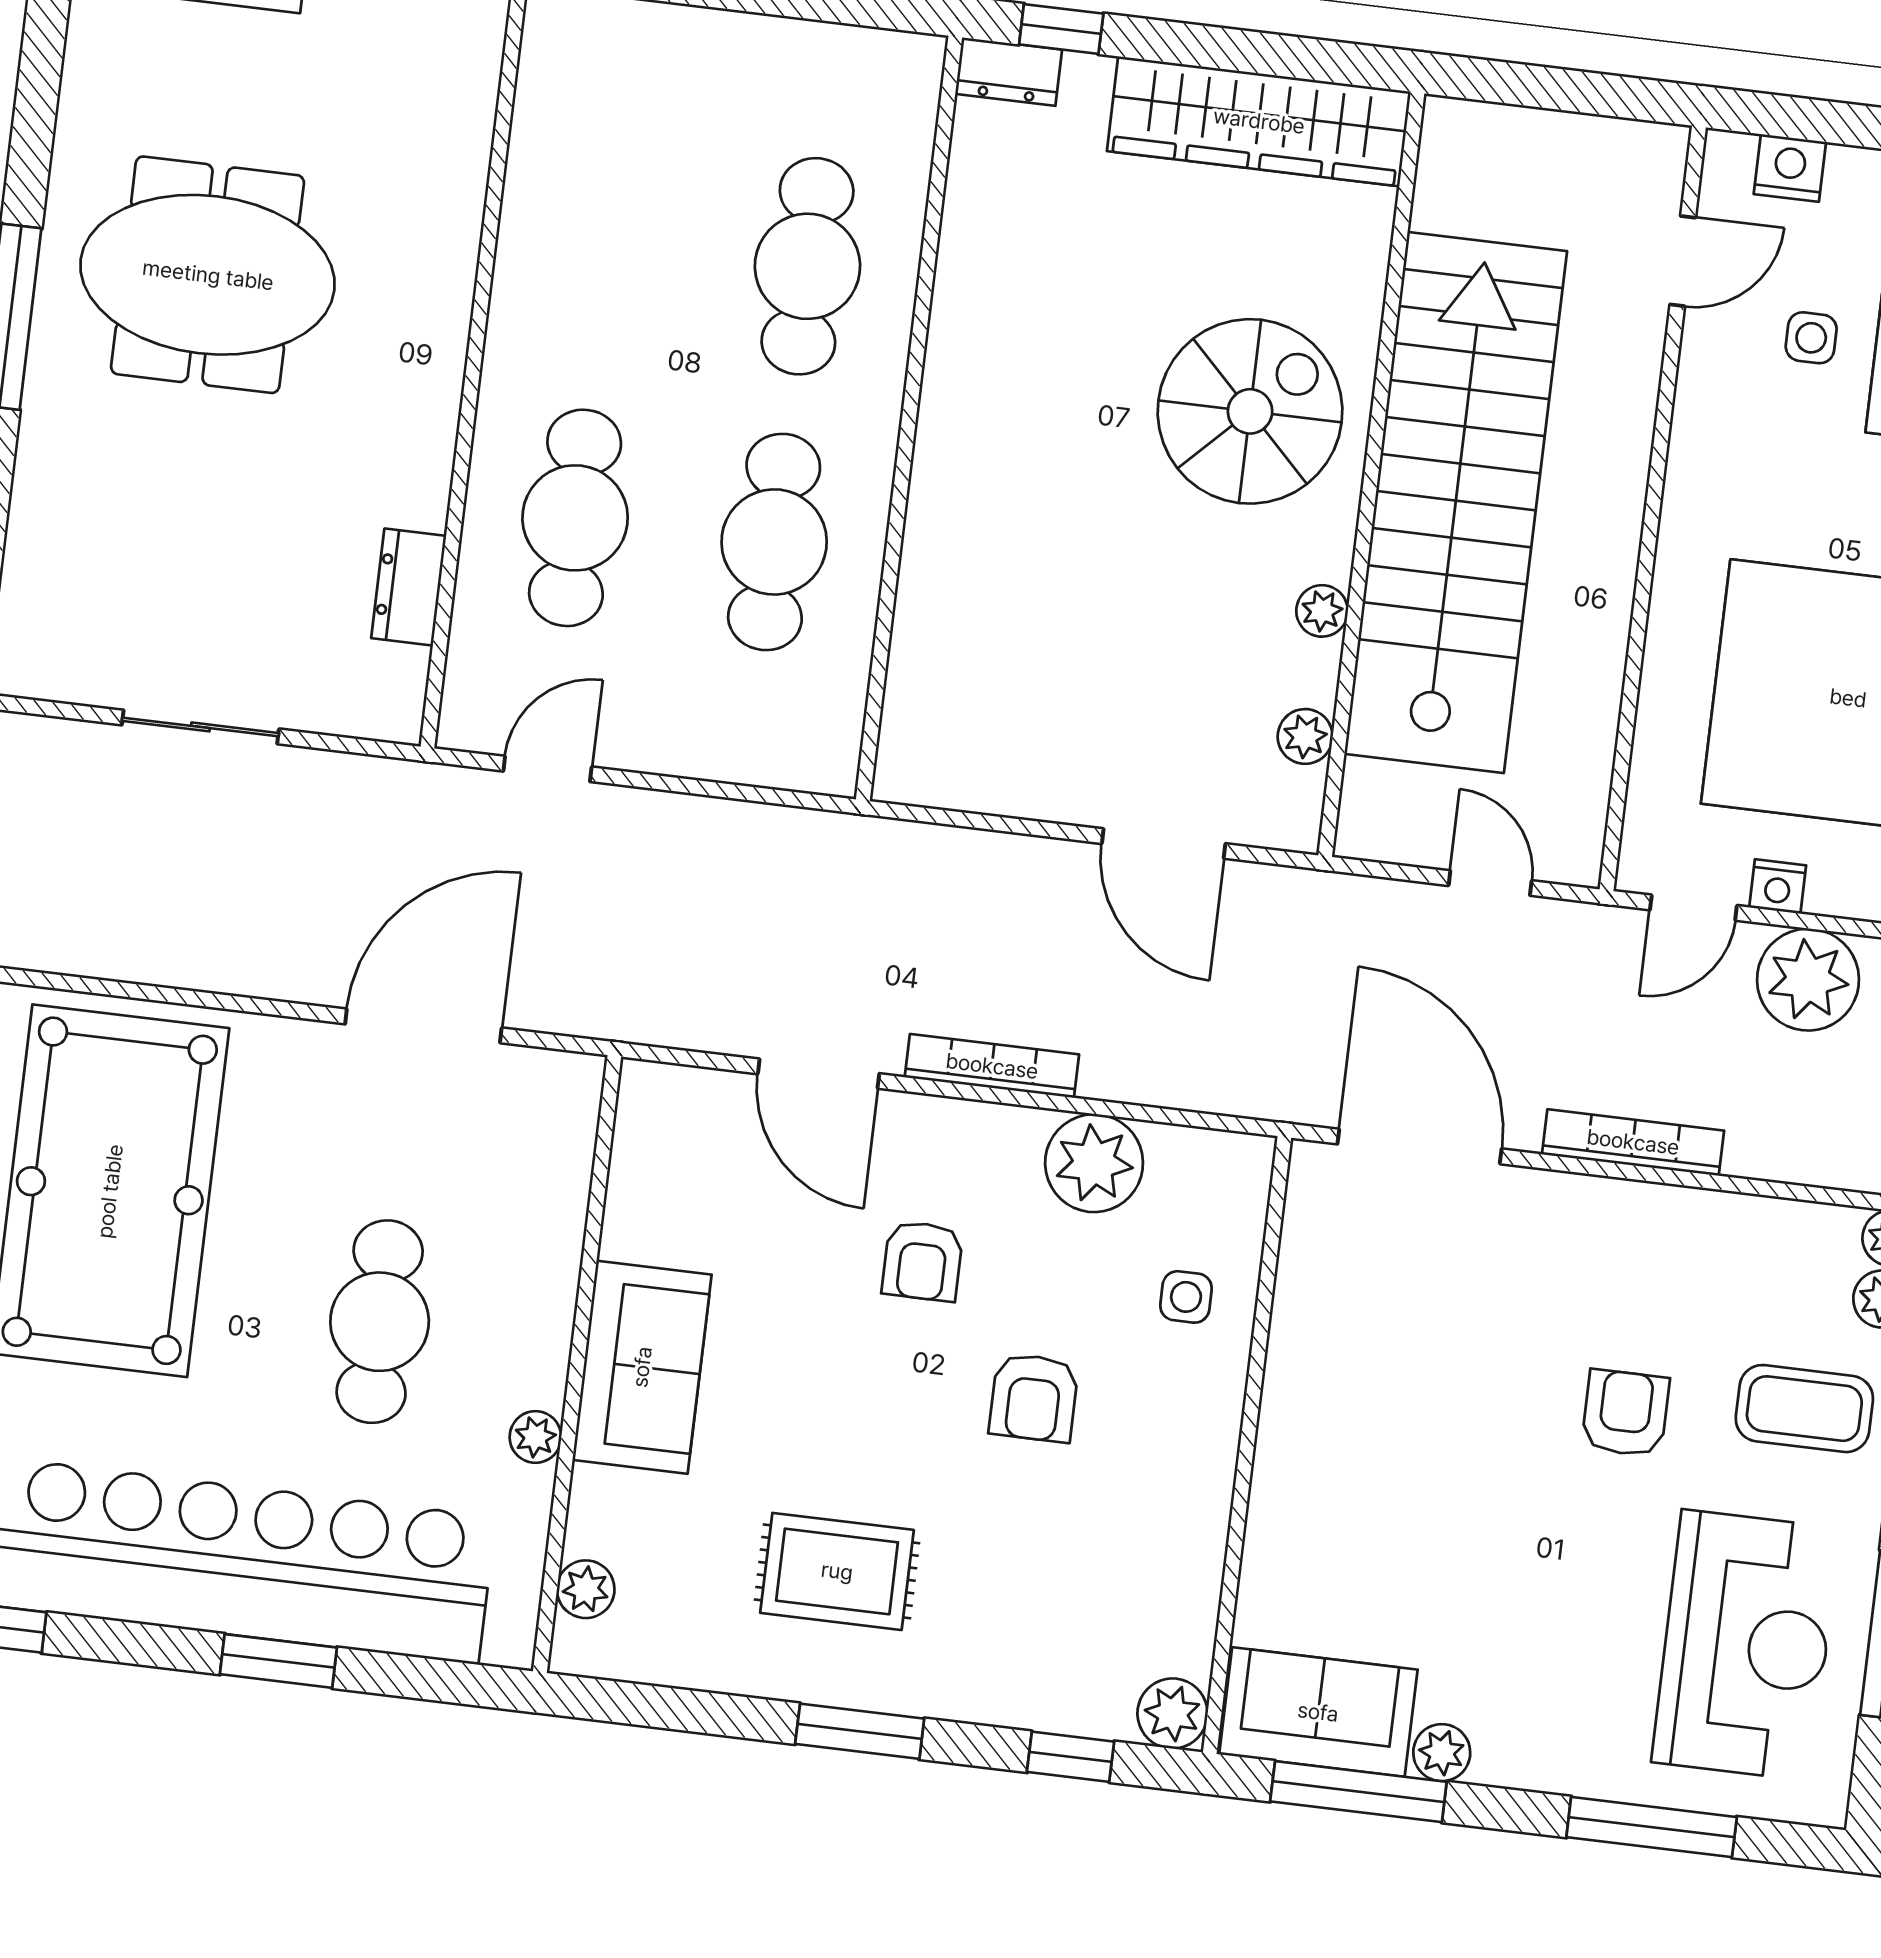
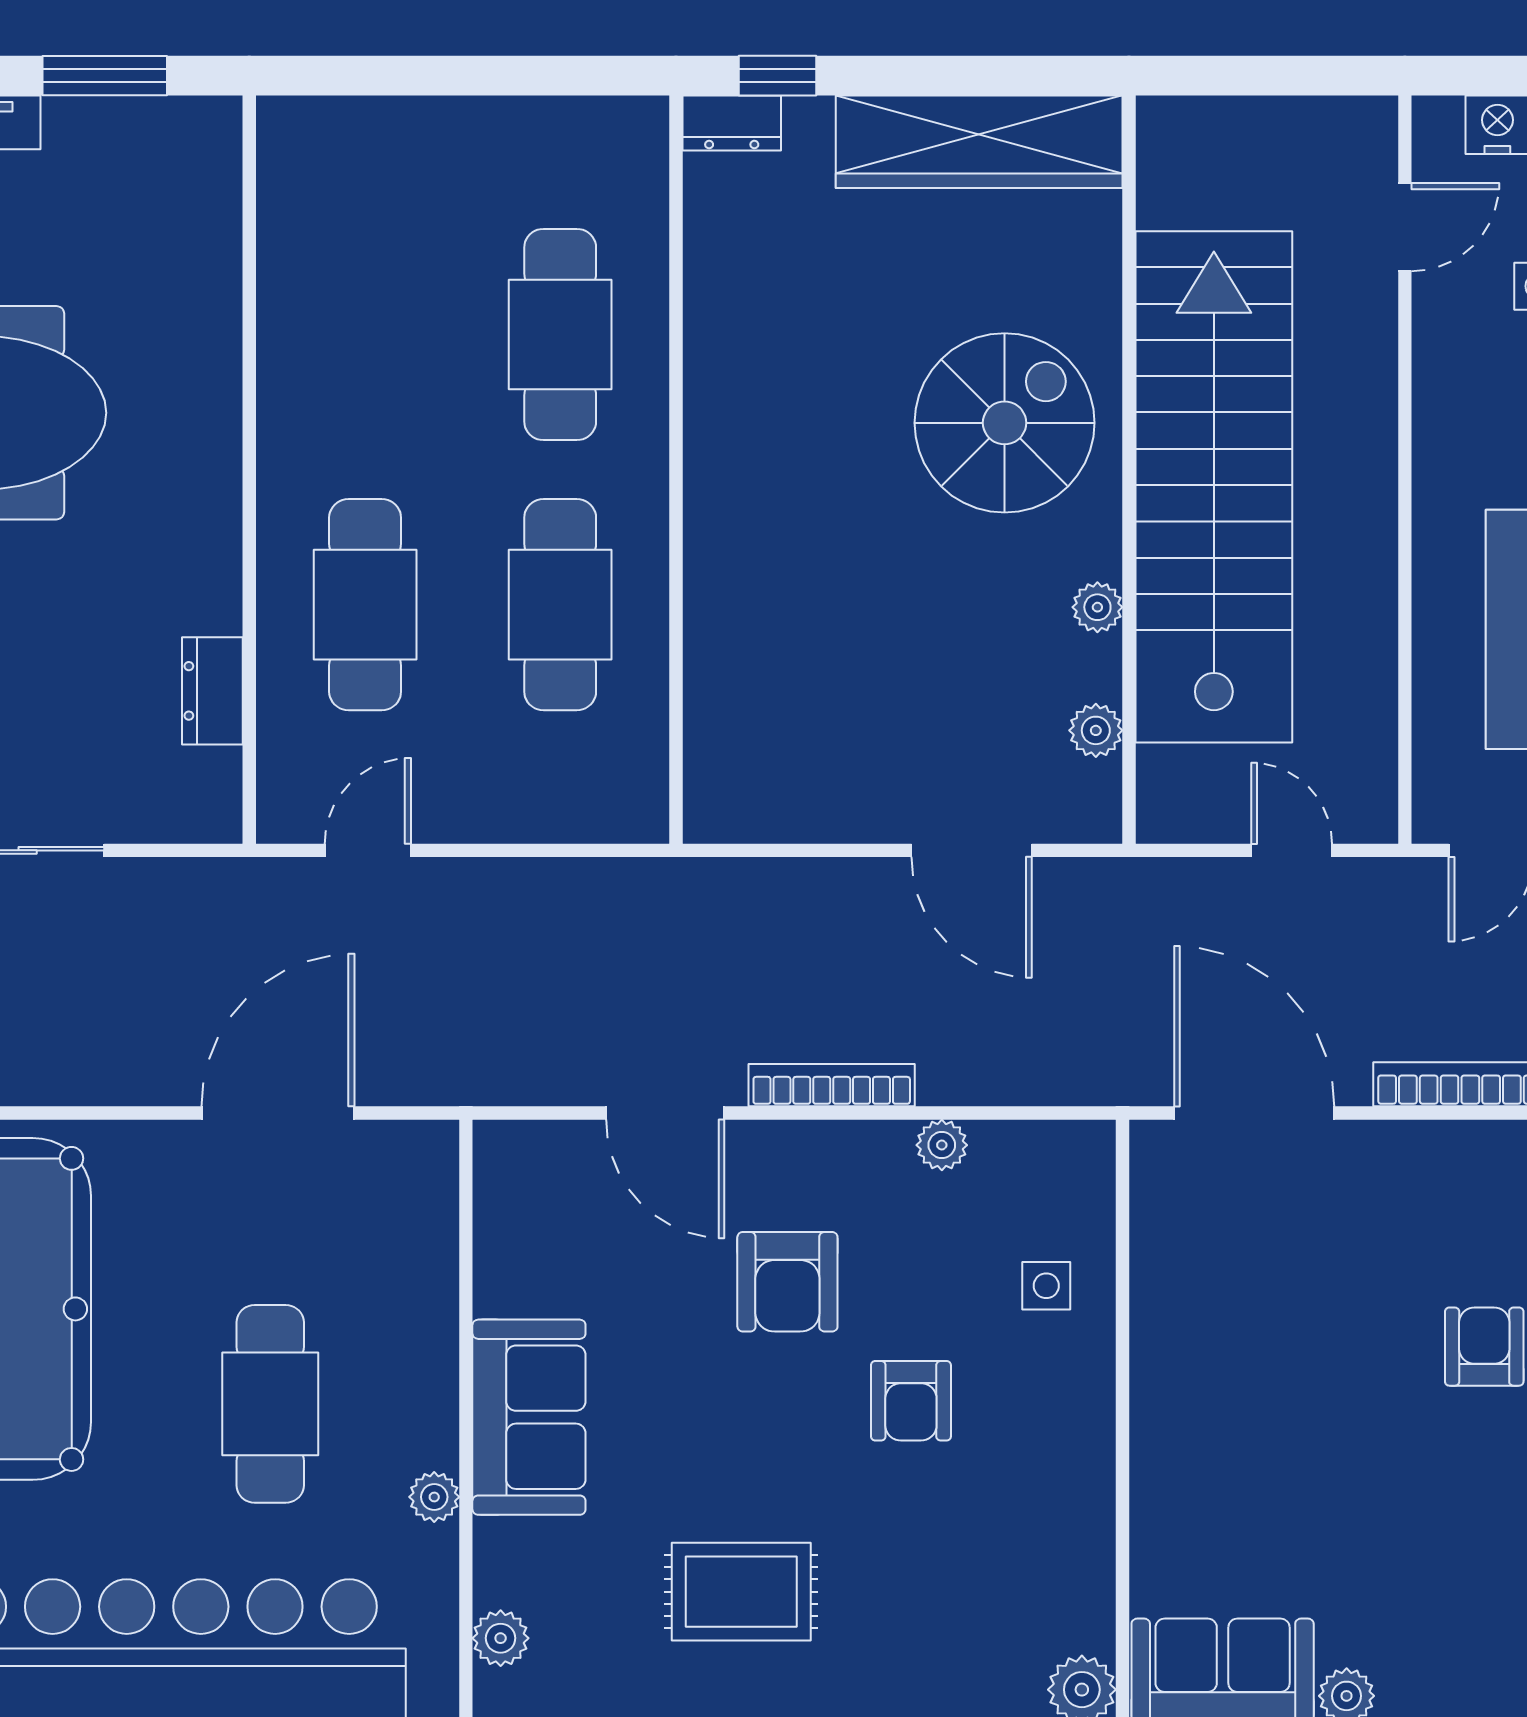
plant: (1094, 1163) -> (942, 1145), width x0.53, depth x0.53
armchair: (922, 1261) -> (787, 1282), width x1.38, depth x1.38

